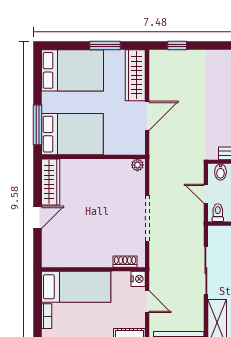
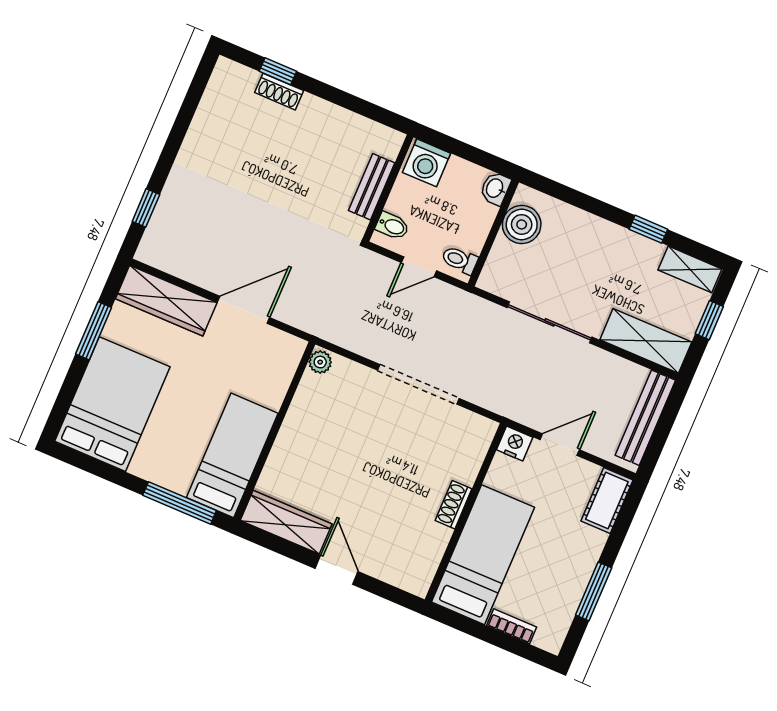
door: (147, 116) -> (244, 310), hinge flipped
bed: (72, 134) -> (232, 455), width x0.67
shoe rack: (125, 262) -> (454, 505), moved

